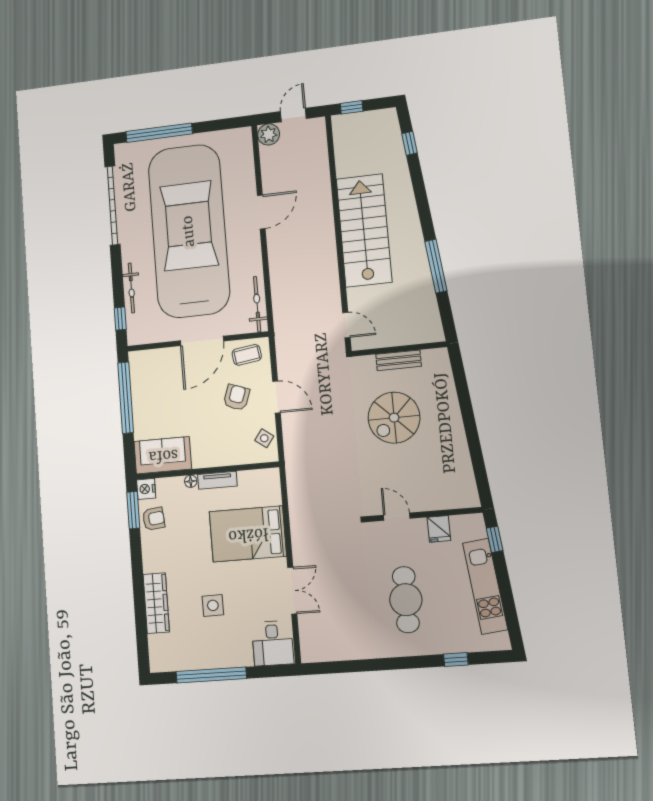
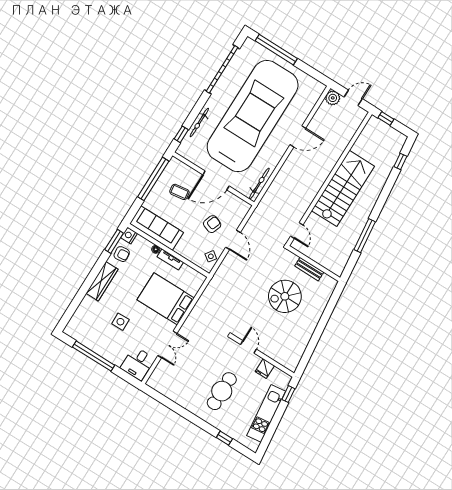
coffee table: (247, 355) -> (179, 192), moved
sofa: (163, 455) -> (156, 228), width x1.36
wardrobe: (156, 603) -> (102, 281), moved

